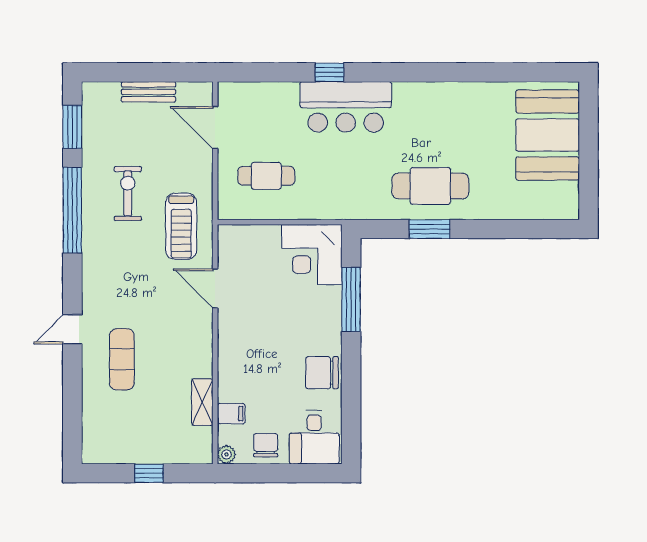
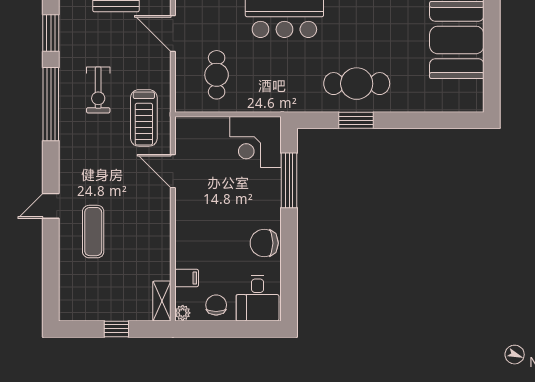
cafe table: (266, 176) -> (217, 75), turned 90
exercise bike: (128, 193) -> (98, 90), turned 180
shelving: (202, 402) -> (162, 301), moved

